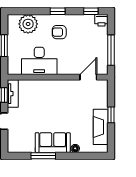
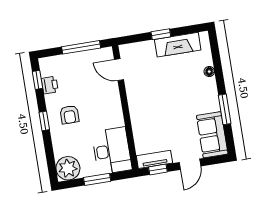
printer: (101, 20) -> (50, 85), moved
plant: (28, 24) -> (68, 168), moved
desk: (39, 61) -> (112, 151), moved
sofa: (53, 143) -> (212, 135), moved

